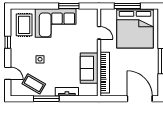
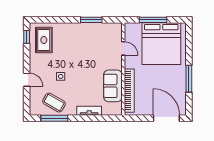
corner sofa: (56, 23) -> (77, 38), removed
window: (8, 42) -> (27, 37), moved
door: (8, 73) -> (27, 80), moved
window: (46, 99) -> (54, 118), moved

